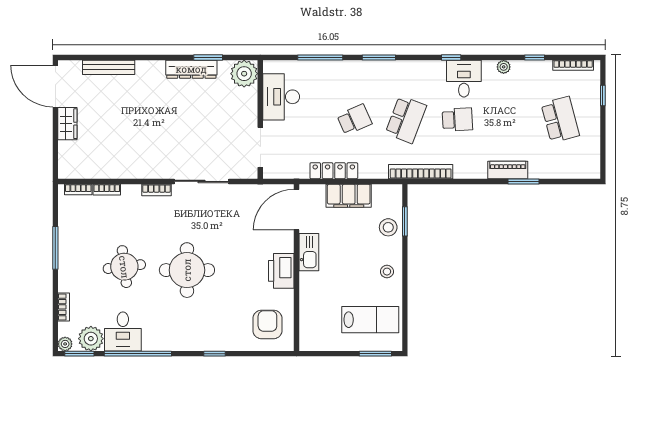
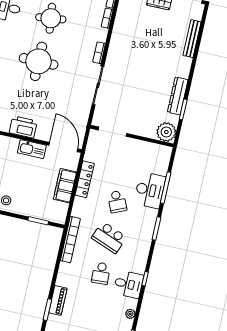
desk: (281, 97) -> (150, 190), moved, turned 90
stool: (388, 227) -> (37, 208), removed

